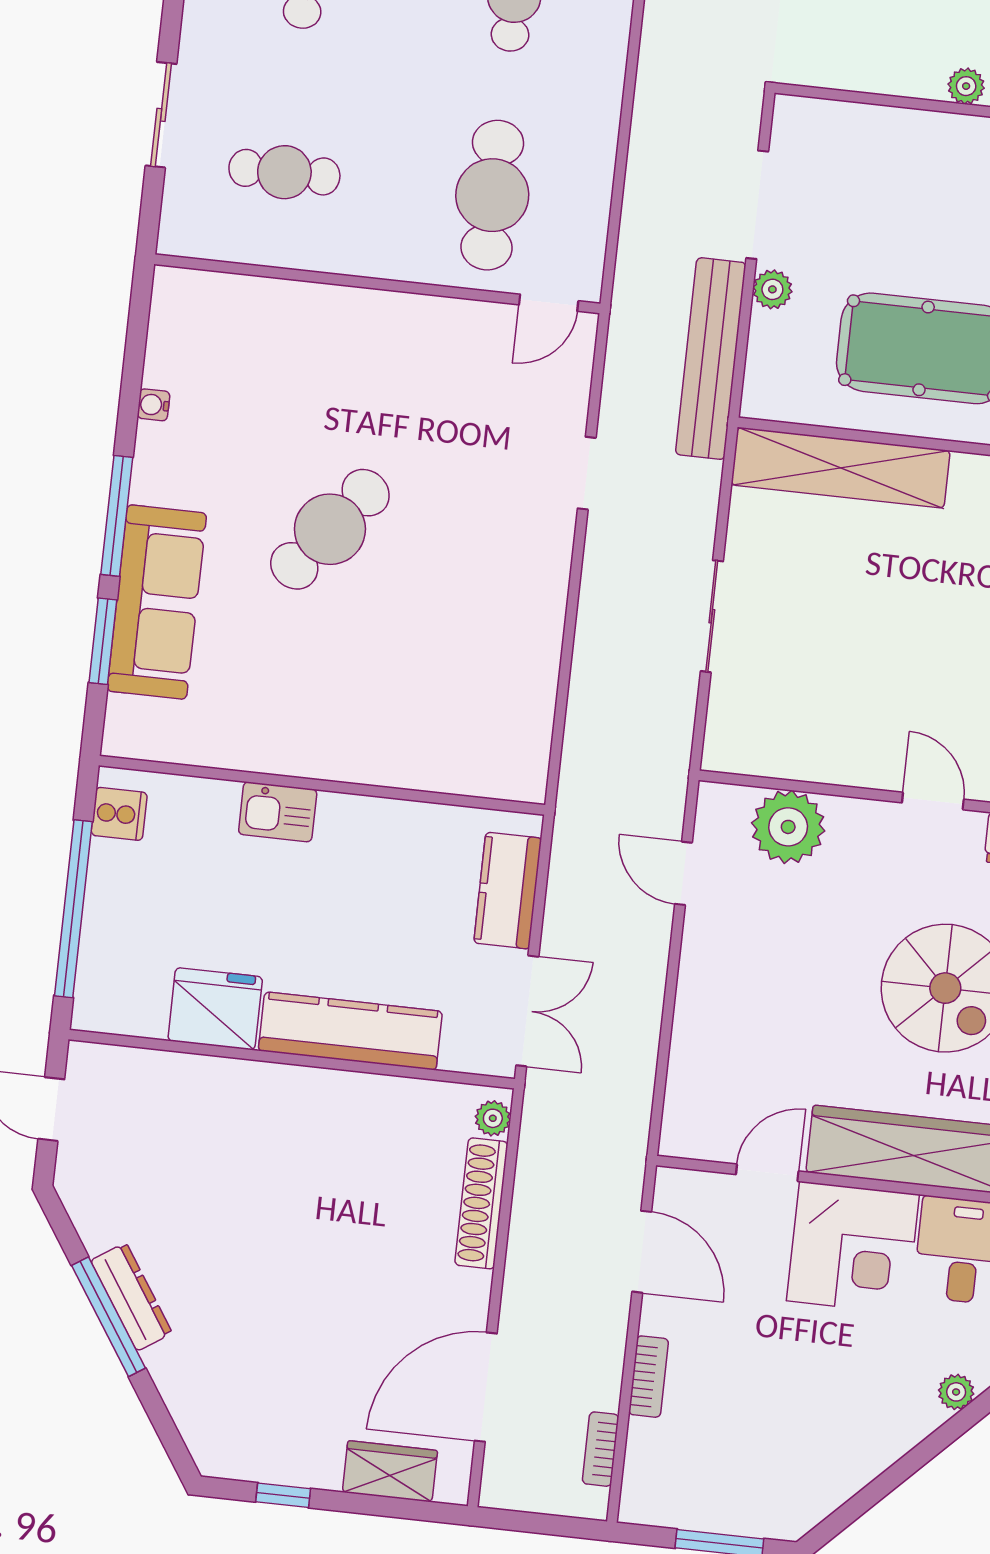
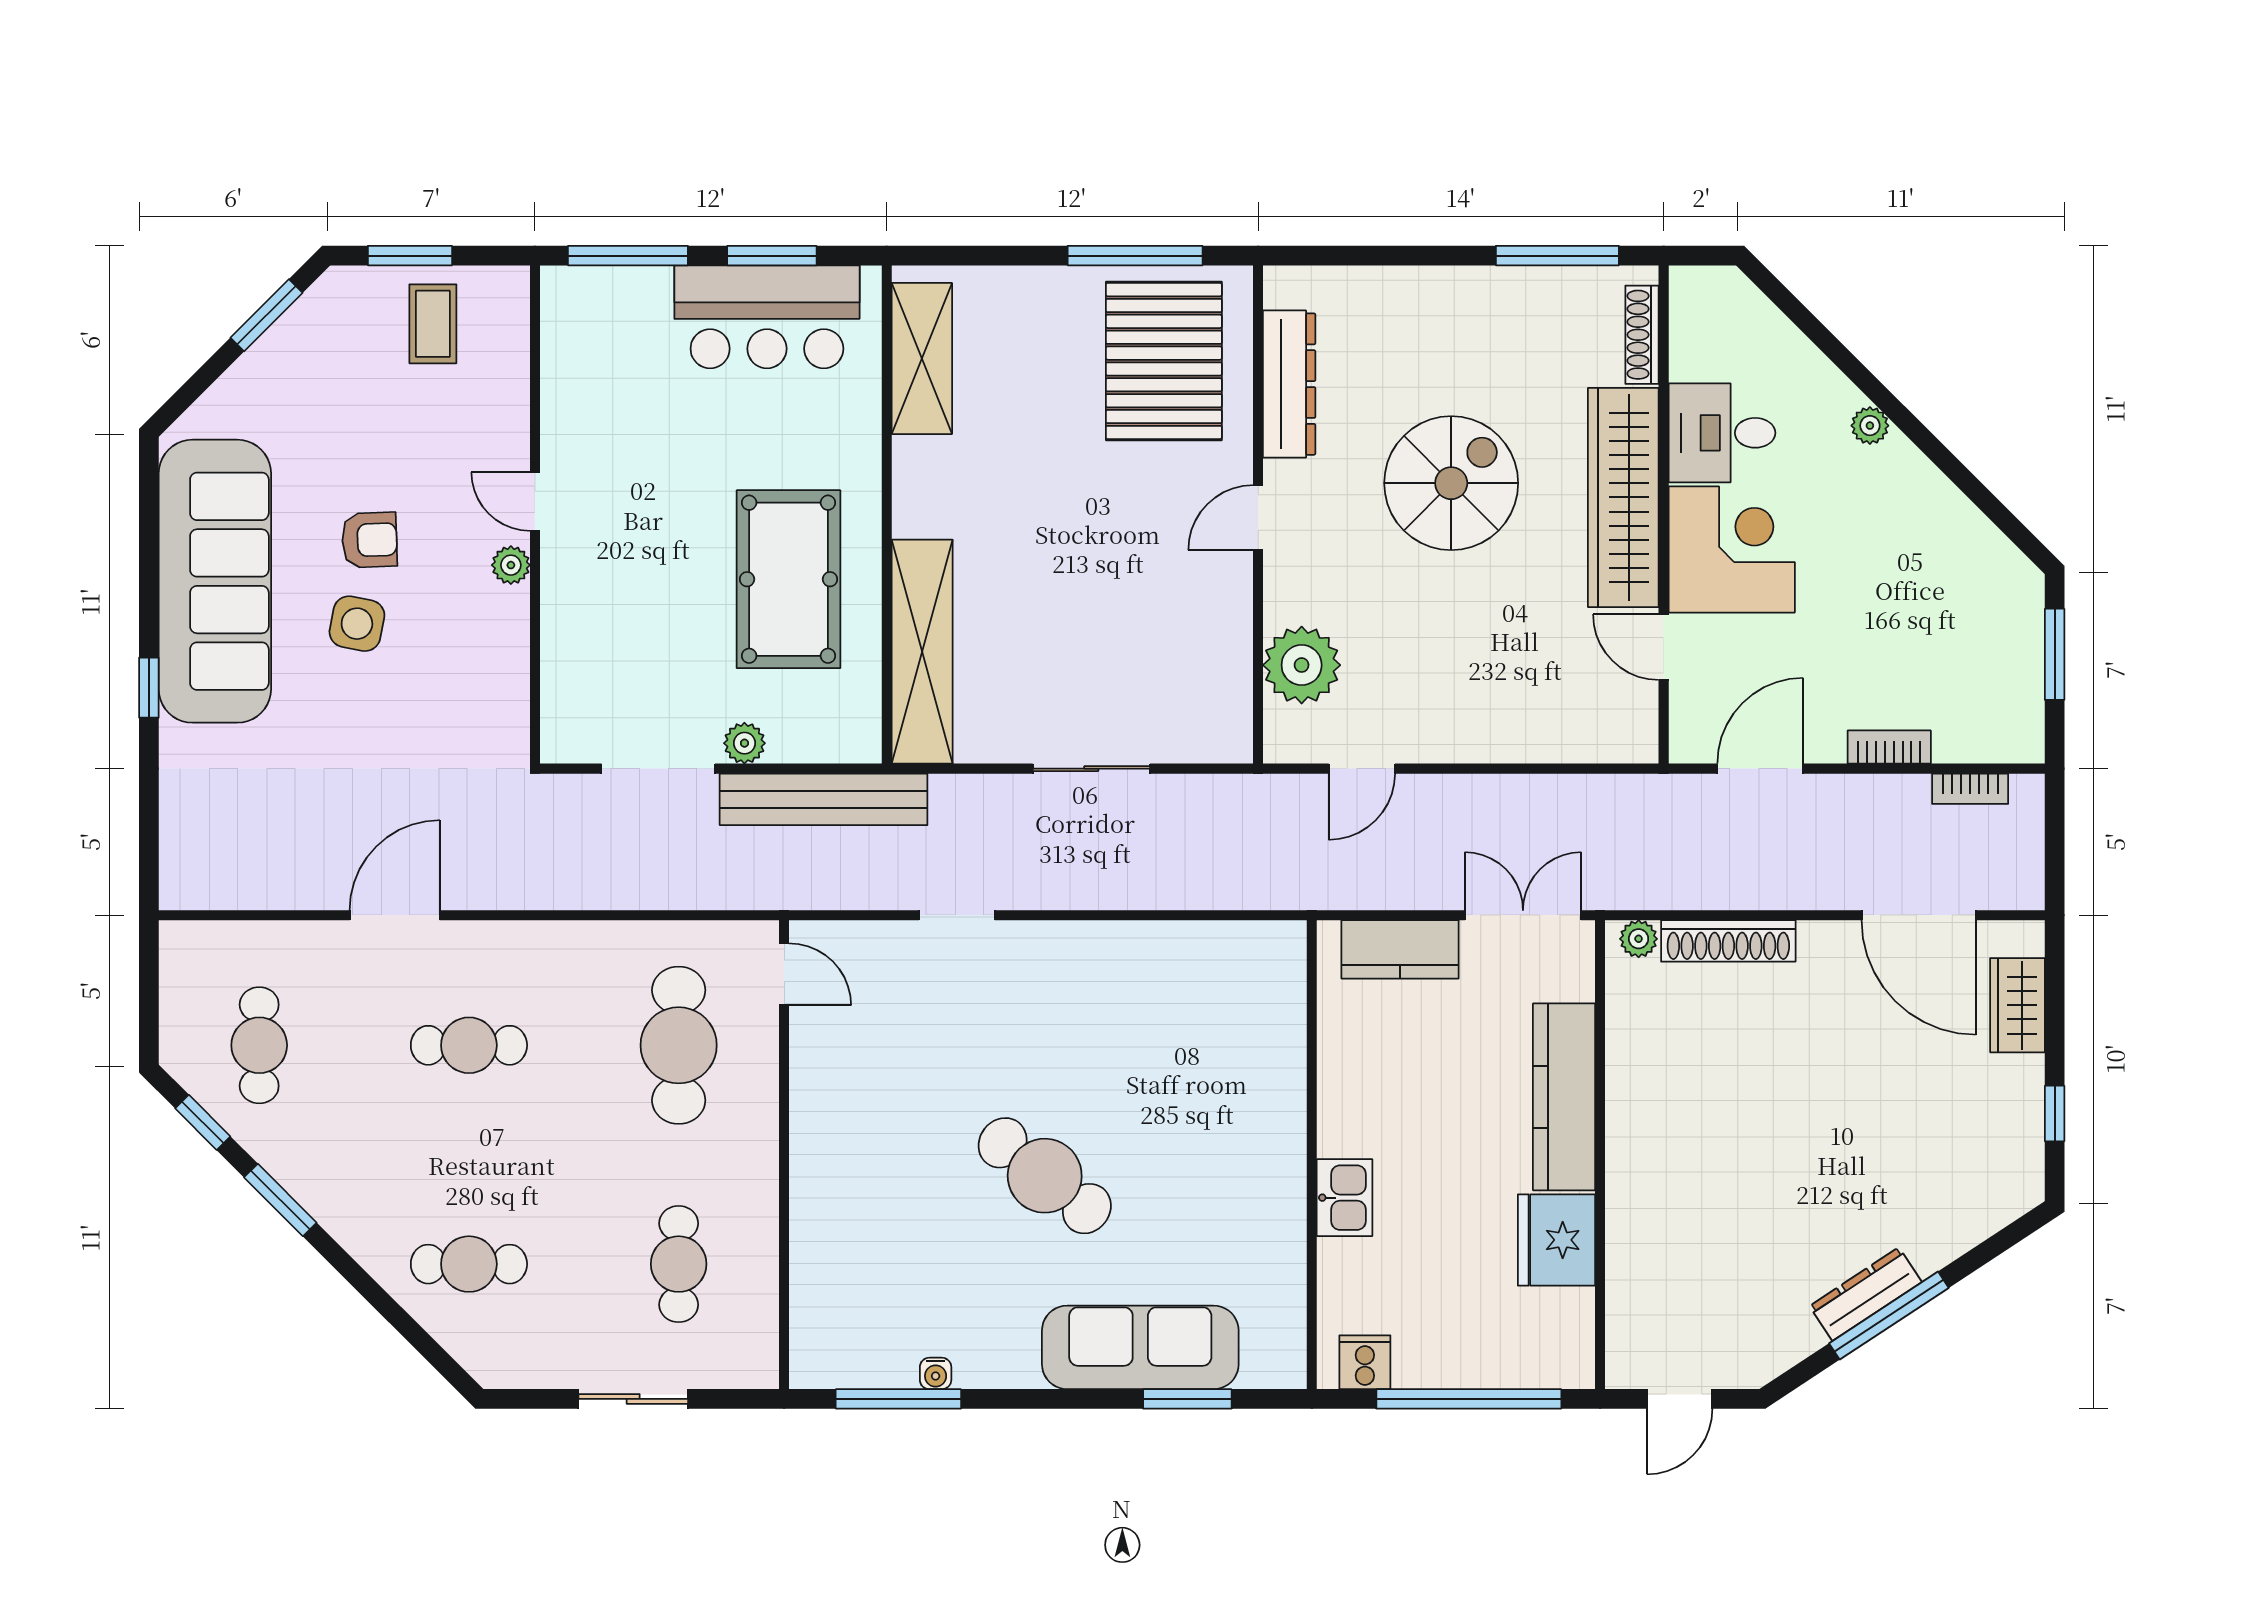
cafe table: (492, 195) -> (679, 1045), turned 90
window: (117, 516) -> (898, 1399), moved

